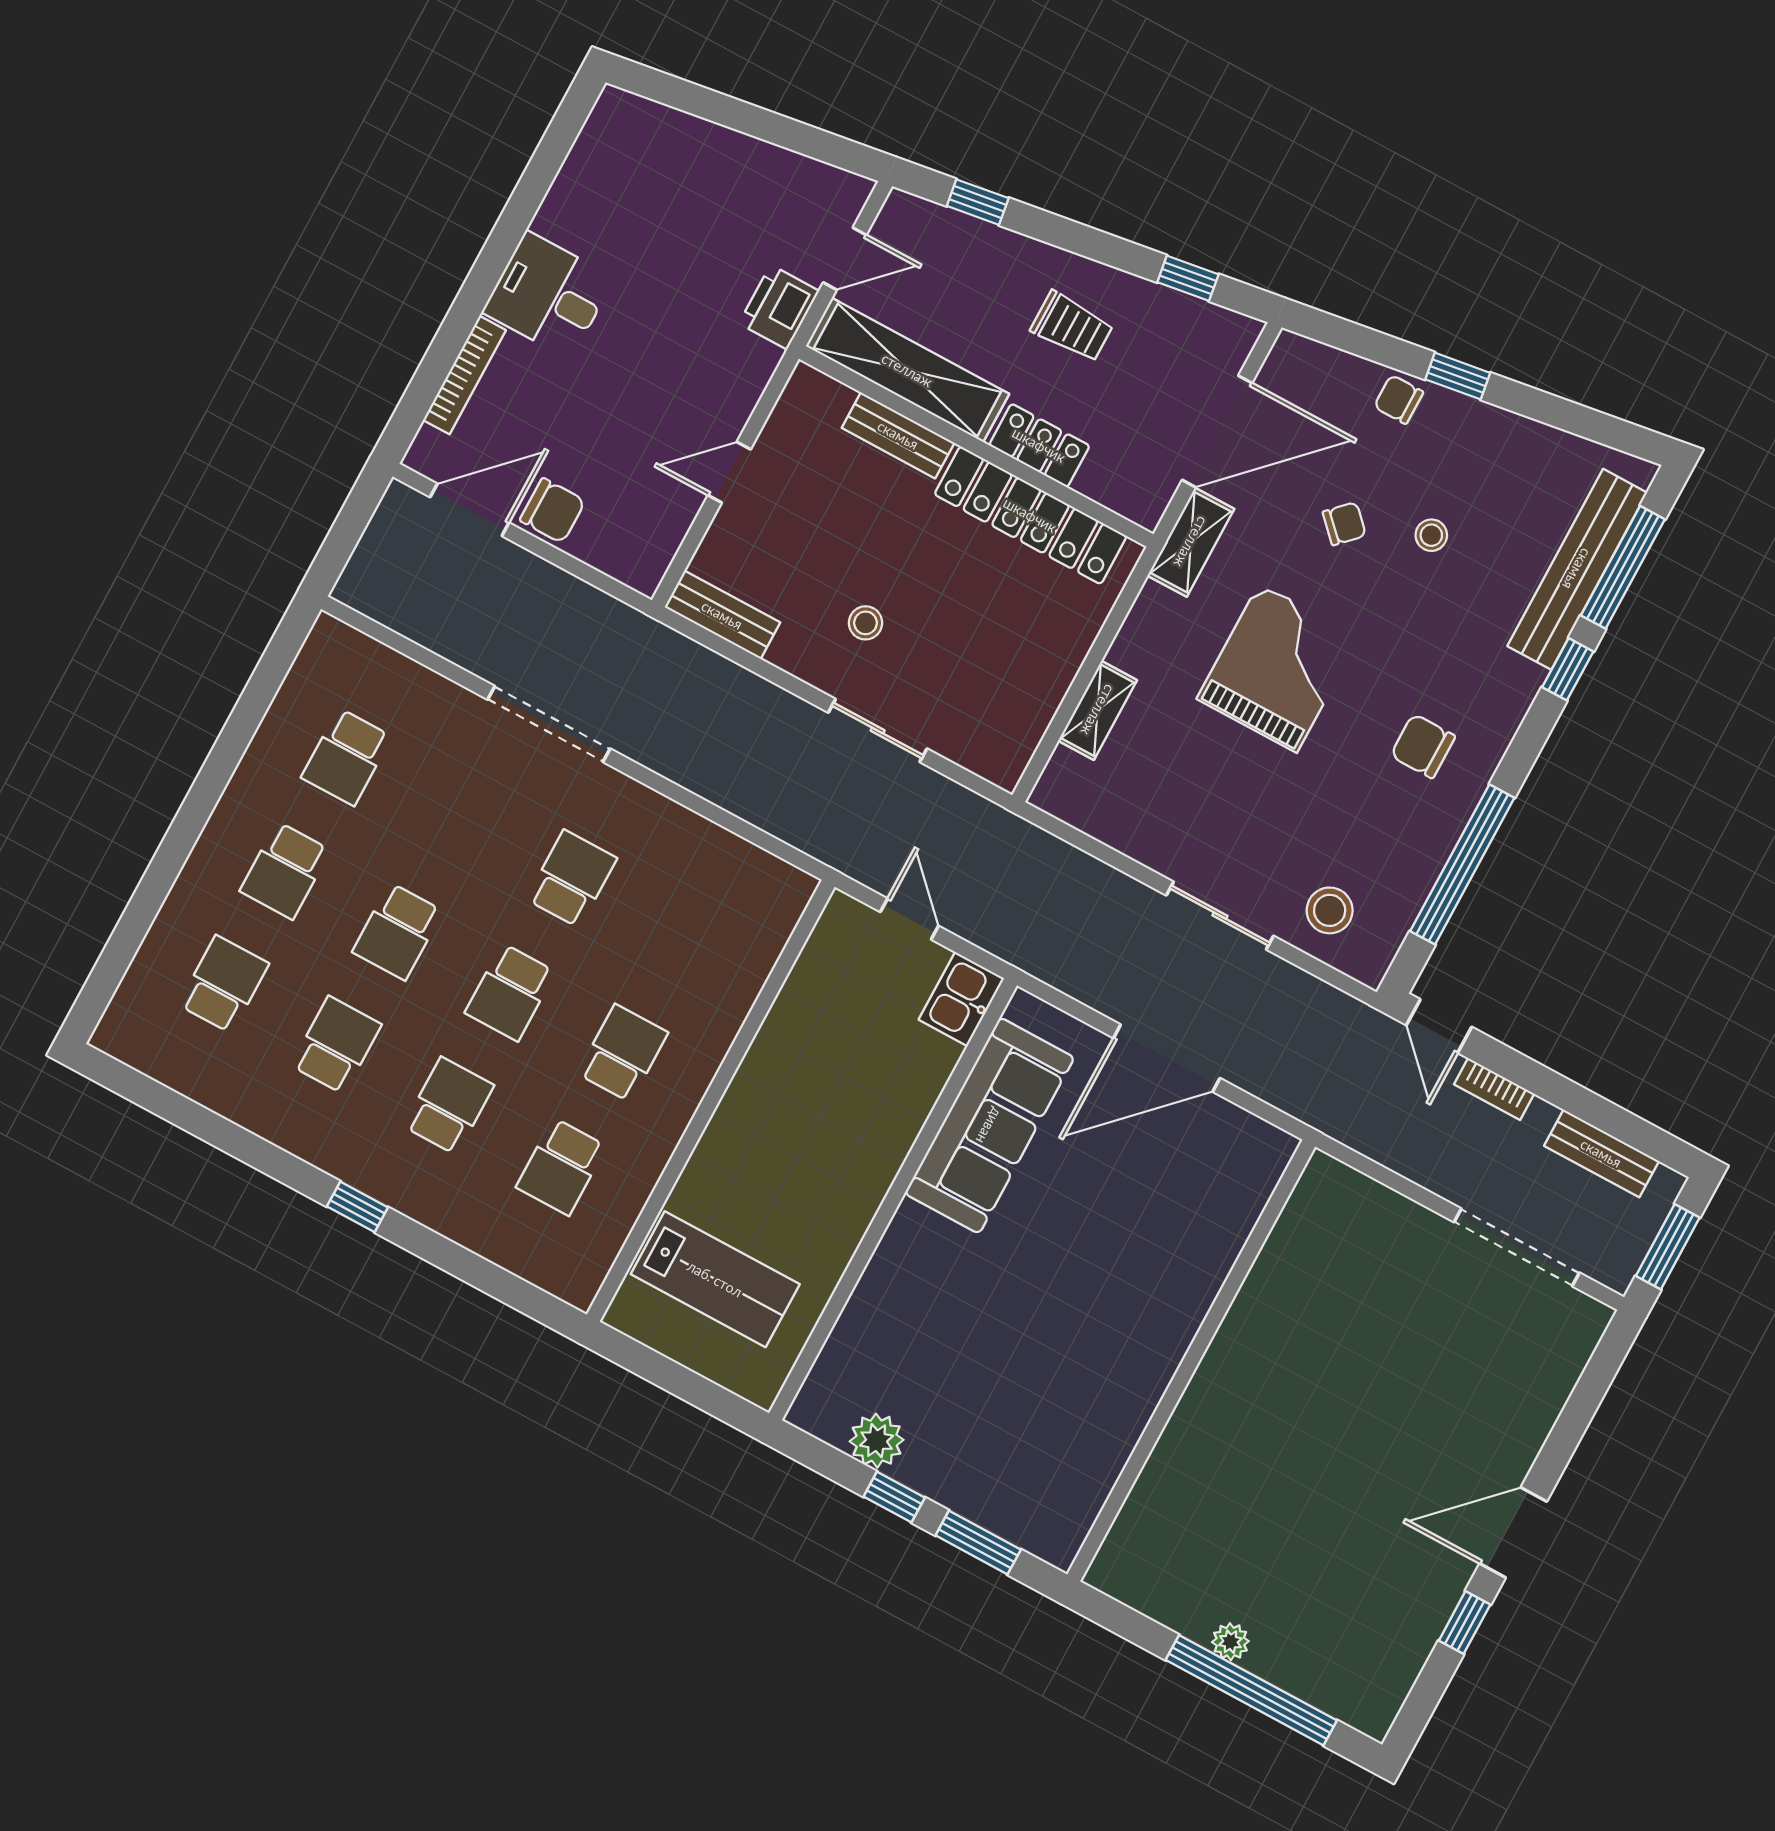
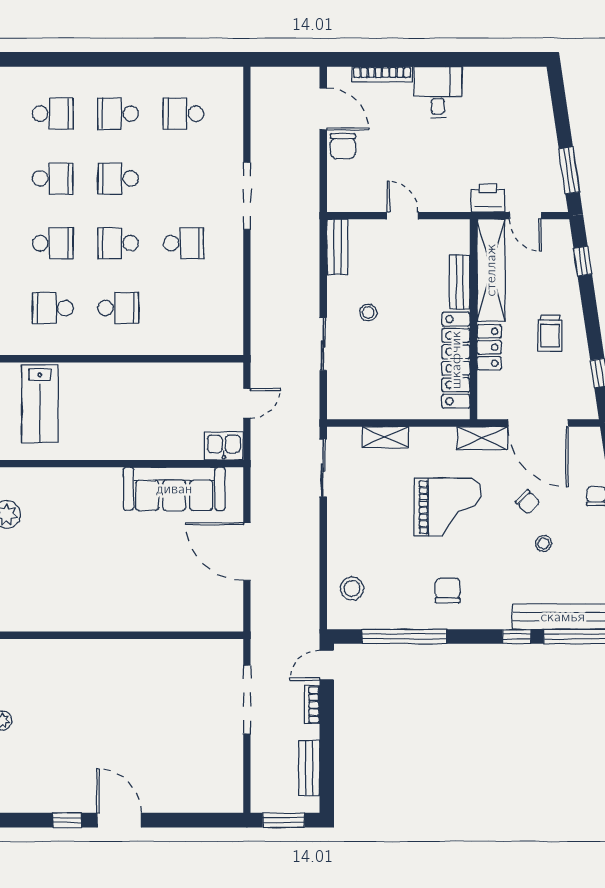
window: (807, 140) -> (569, 170), added
sliding door: (1220, 916) -> (323, 468), moved
doorway: (1517, 1247) -> (247, 700), moved

